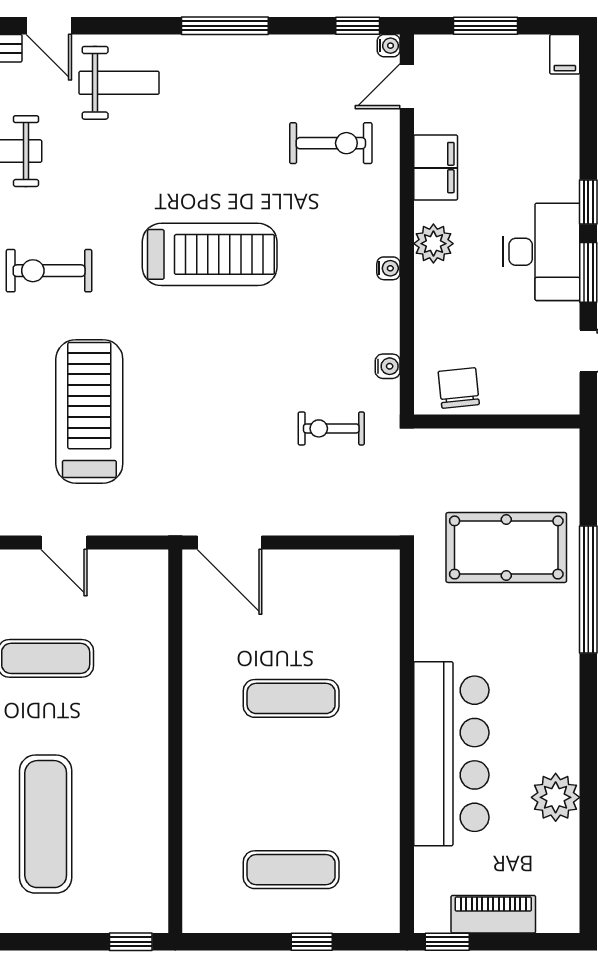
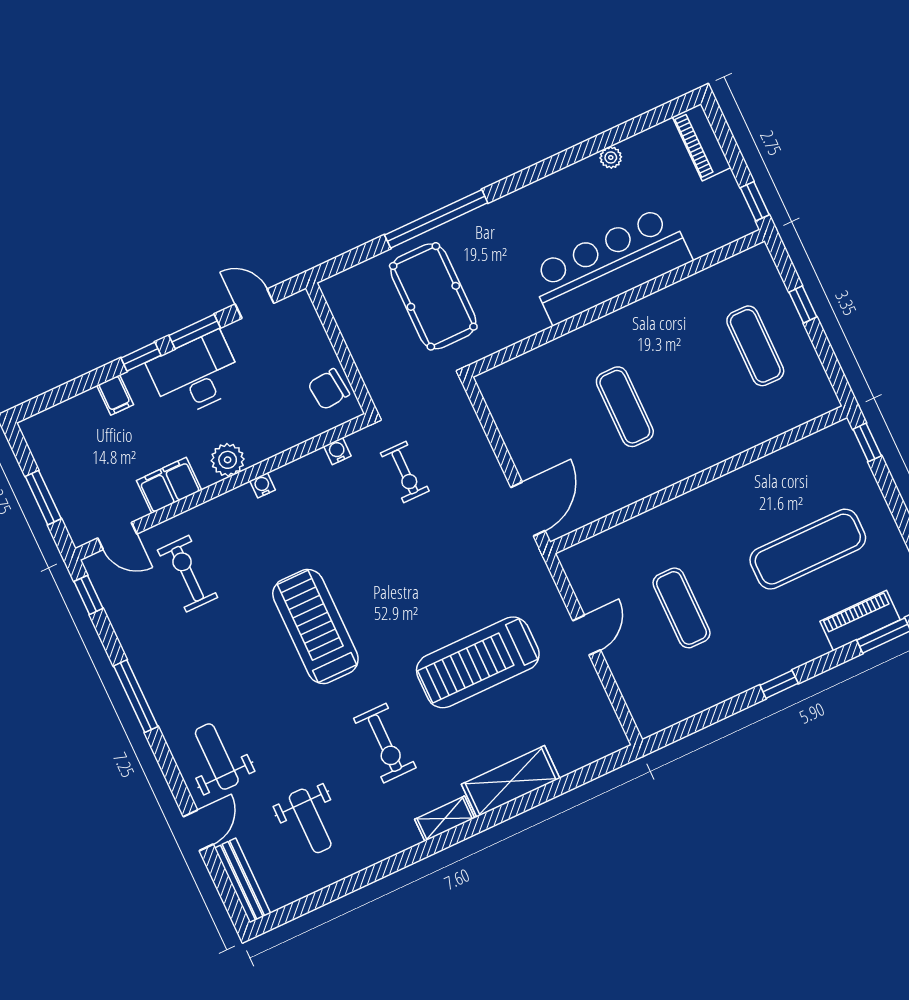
water cooler: (389, 46) -> (93, 564), removed
filing cabinet: (565, 54) -> (115, 395), moved, turned 90
plant: (556, 797) -> (611, 157), width x0.53, depth x0.53
piano: (493, 914) -> (702, 142), moved

